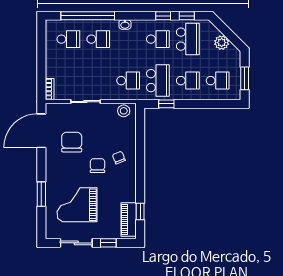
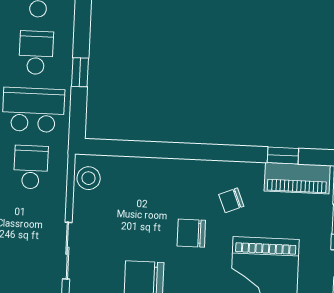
window: (166, 104) -> (80, 72), moved
chair: (119, 158) -> (231, 200), moved

